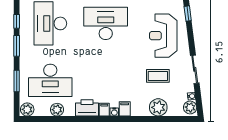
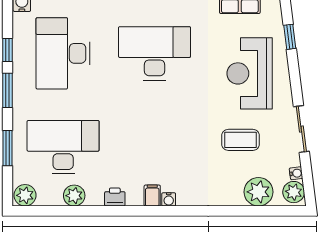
desk: (50, 80) -> (63, 147), turned 180
plant: (158, 107) -> (258, 192), moved
printer: (87, 108) -> (115, 197), width x0.53, depth x0.68
filing cabinet: (125, 109) -> (186, 194), removed

